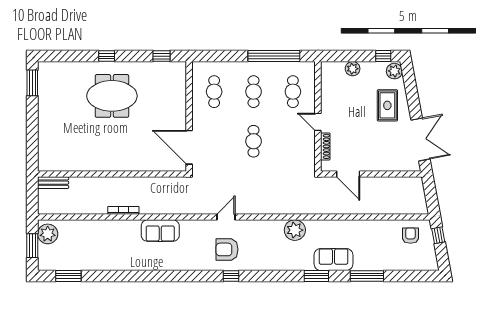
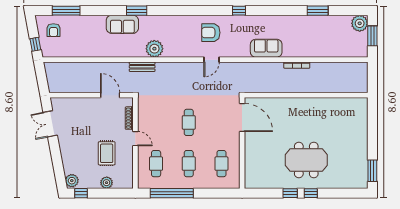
window: (161, 56) -> (290, 193), moved
rug: (387, 105) -> (107, 153), moved
double door: (420, 139) -> (50, 124), width x0.73
bench: (53, 183) -> (142, 67), moved
plant: (48, 234) -> (360, 23), moved
armchair: (410, 236) -> (53, 30), moved
armchair: (227, 249) -> (211, 33), turned 180
window: (68, 276) -> (318, 11), moved
window: (231, 276) -> (239, 11), moved
window: (367, 276) -> (66, 11), moved

